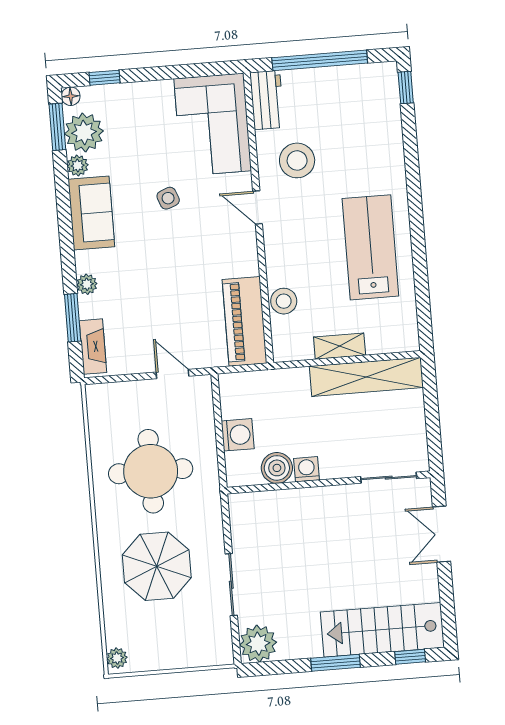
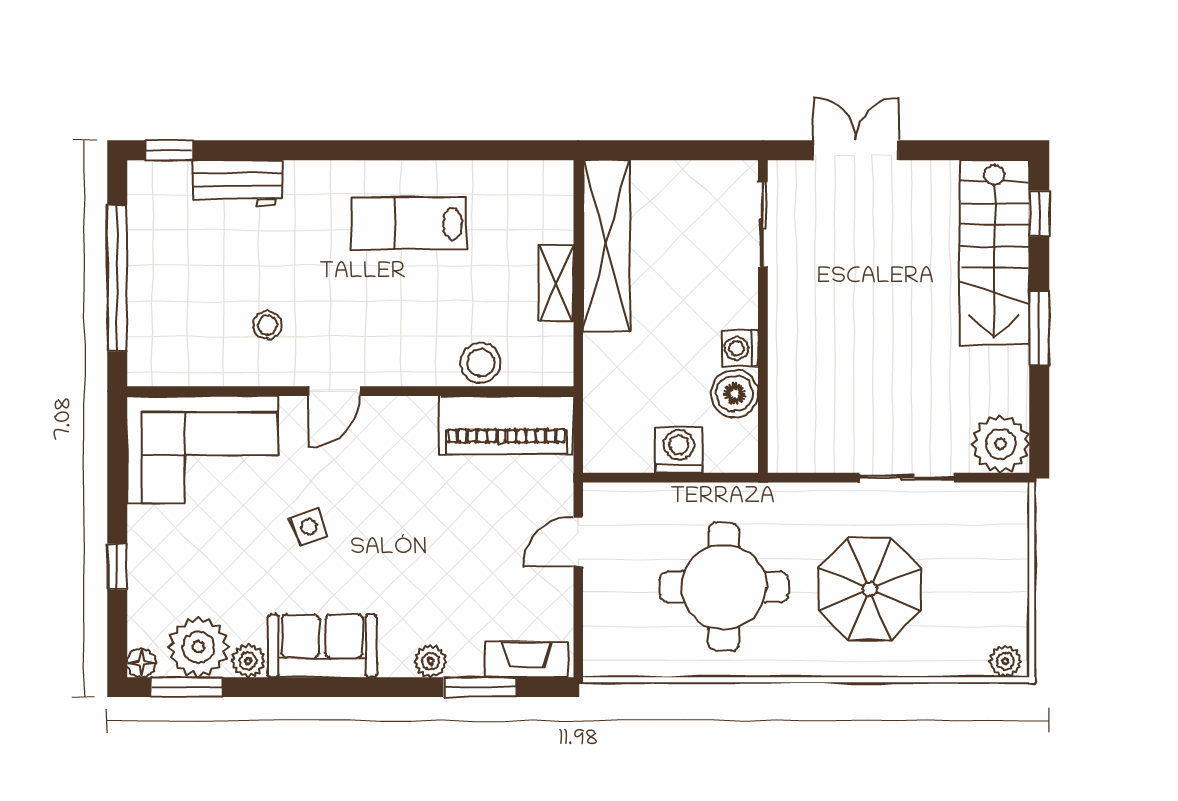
window: (104, 78) -> (117, 567), moved
workbench: (267, 100) -> (238, 183), moved, turned 180
stool: (297, 160) -> (267, 325), width x0.53, depth x0.53
lab bench: (370, 247) -> (409, 224), width x0.73, depth x0.72
double door: (442, 534) -> (856, 150), swing flipped

